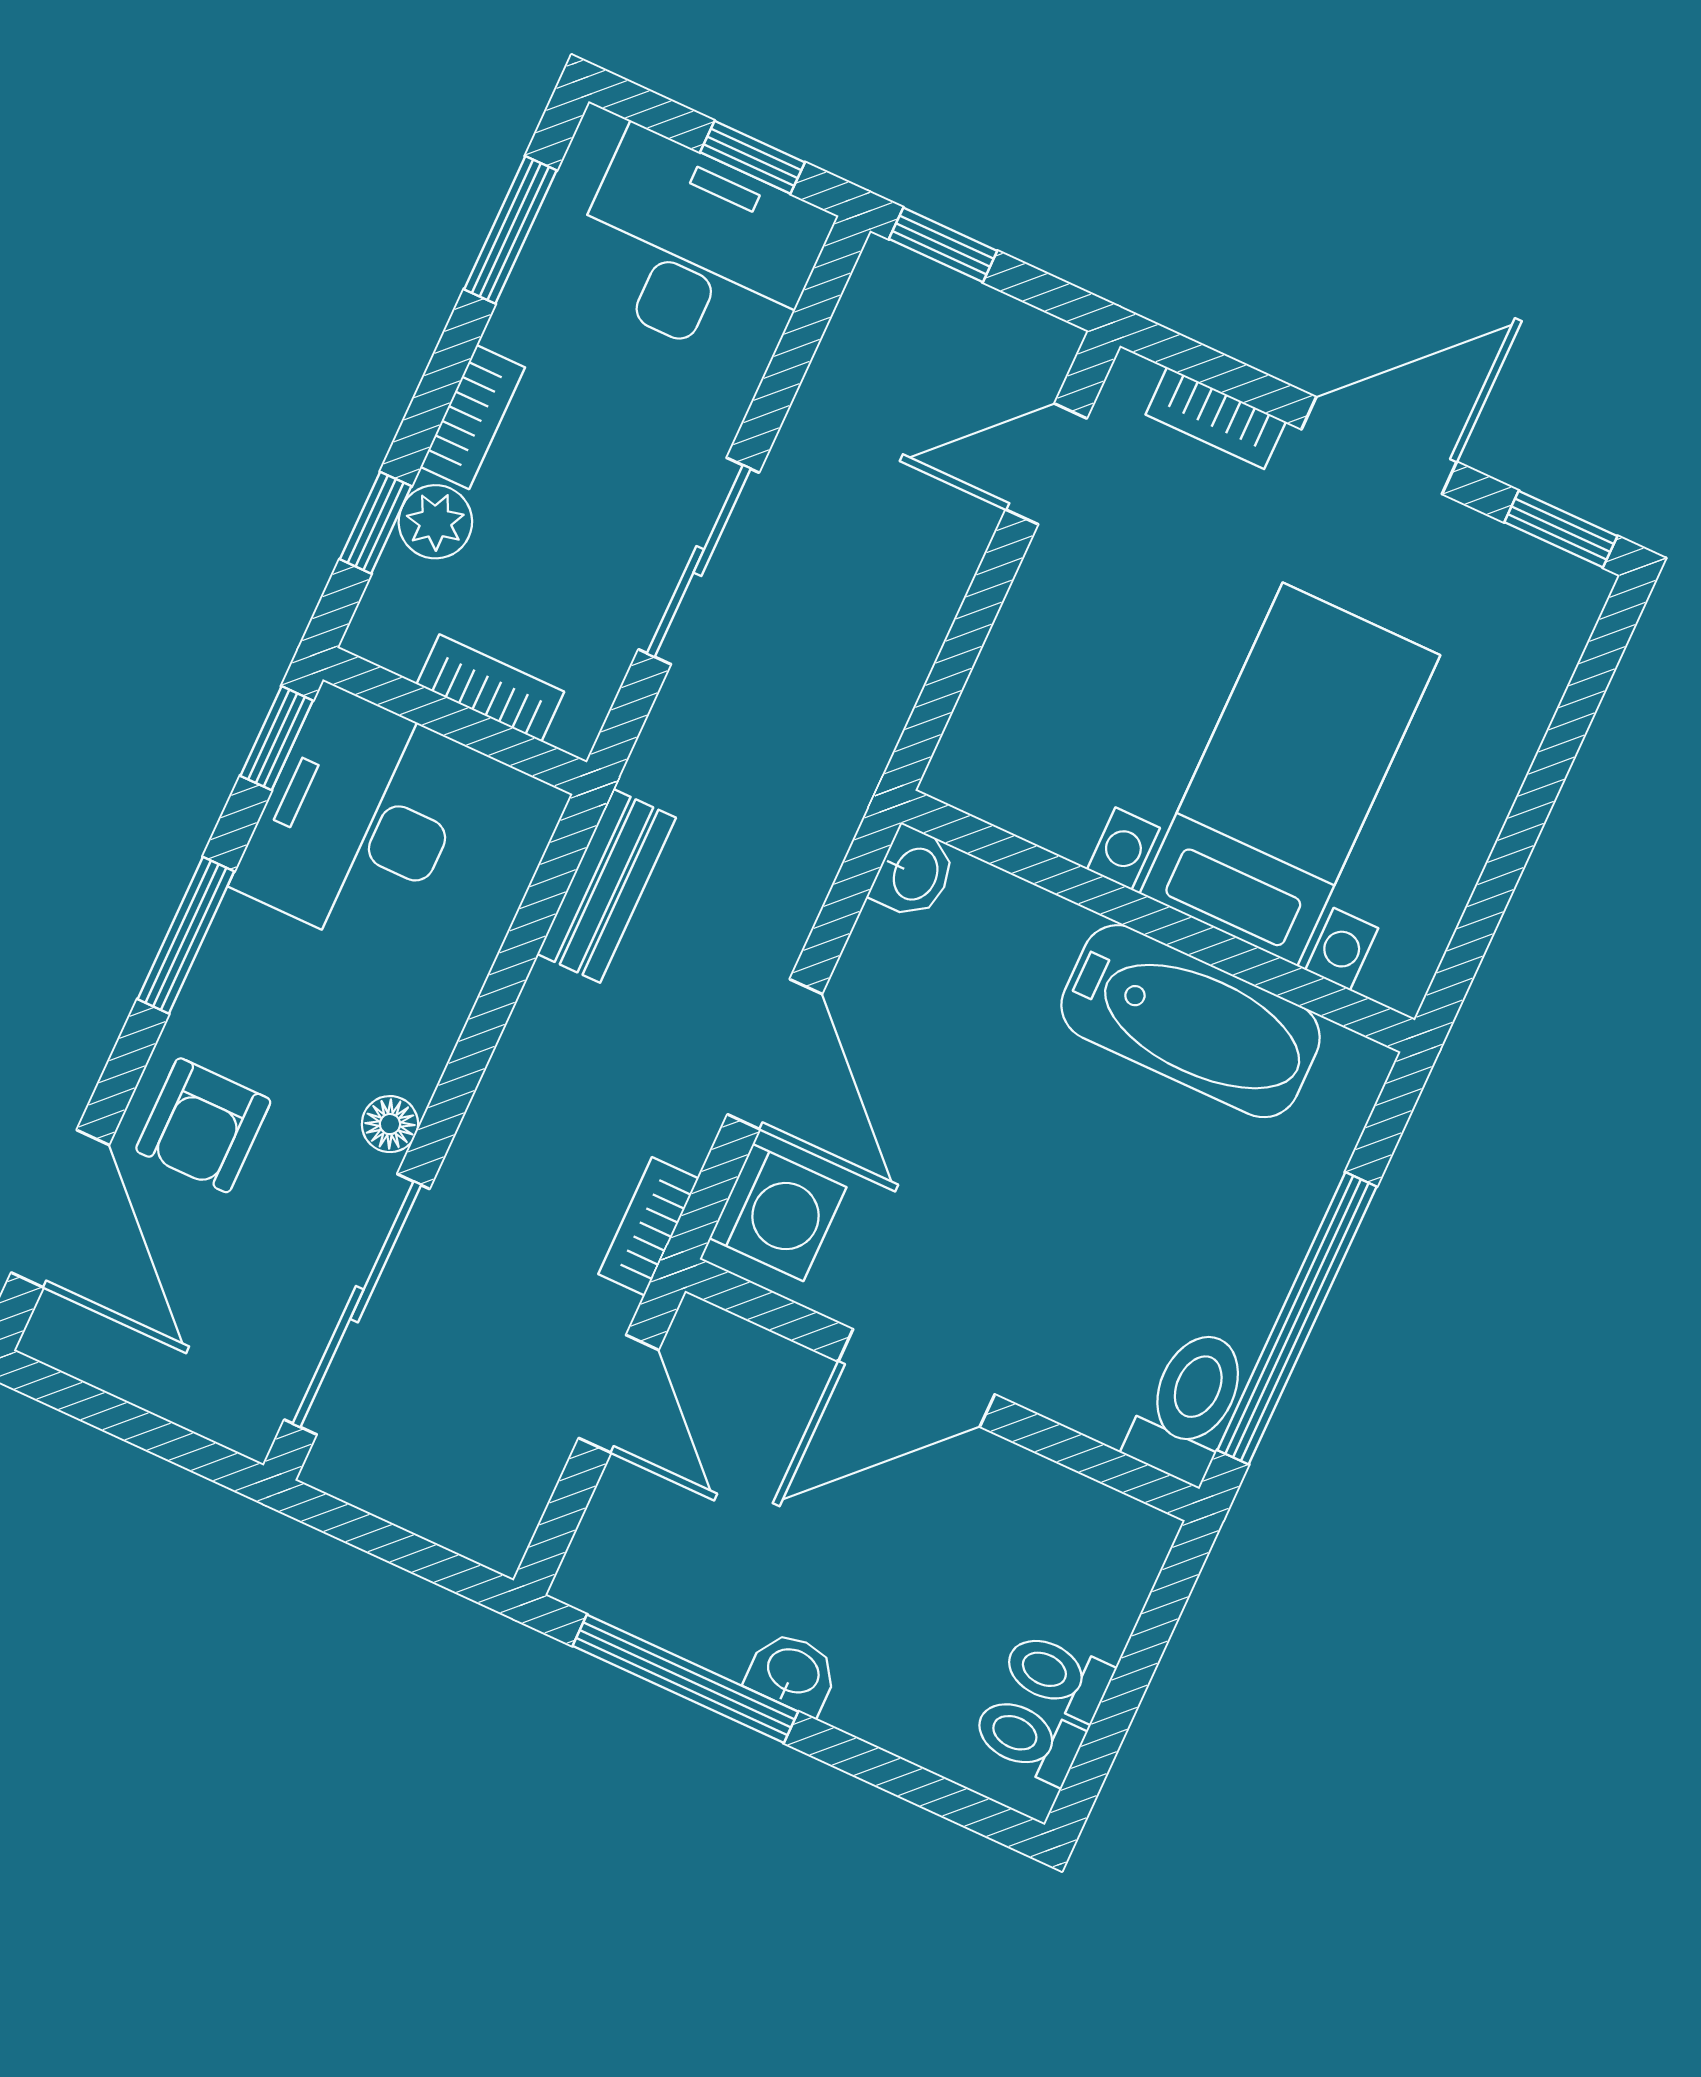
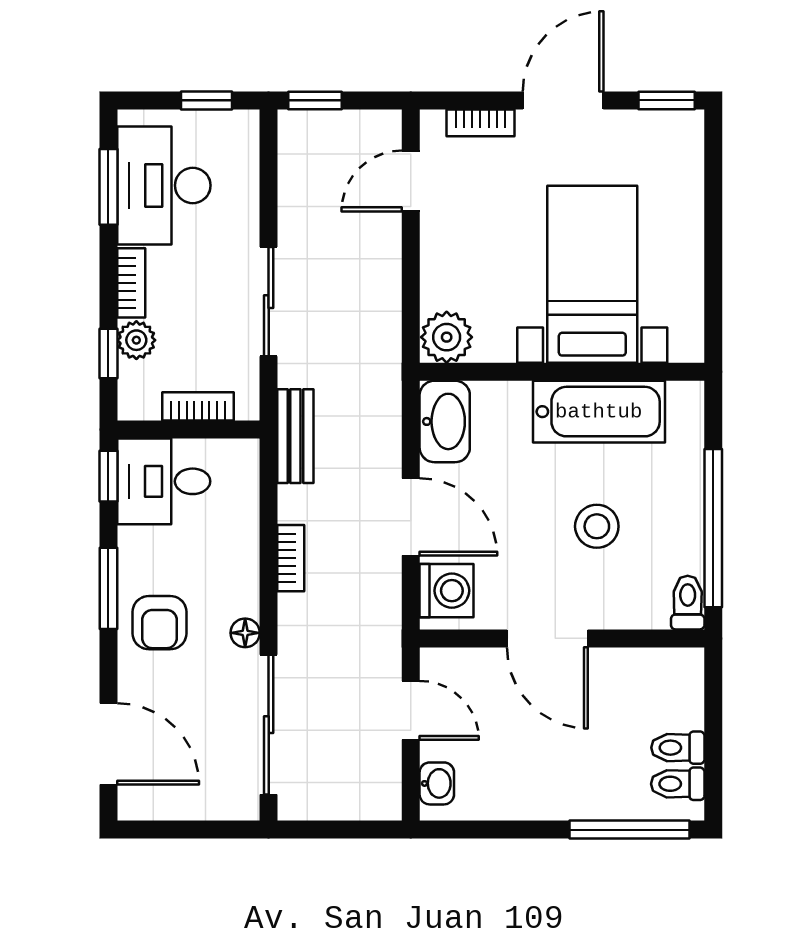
desk: (697, 250) -> (164, 185), moved, turned -90
plant: (983, 767) -> (447, 337), added
desk: (356, 820) -> (164, 481), width x0.73
washbasin: (914, 873) -> (445, 421), width x1.91, depth x1.45
bench: (607, 886) -> (295, 436), moved
armchair: (203, 1125) -> (160, 623), moved
stool: (1094, 1221) -> (597, 526), added
bookcase: (648, 1226) -> (291, 558), moved, turned 180
door: (916, 1378) -> (547, 638), hinge flipped
toilet: (1190, 1405) -> (688, 603), width x0.73, depth x0.72
washbasin: (792, 1673) -> (437, 783), moved, turned 90
window: (685, 1679) -> (630, 830), moved

